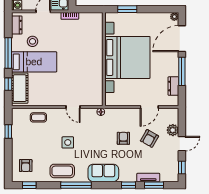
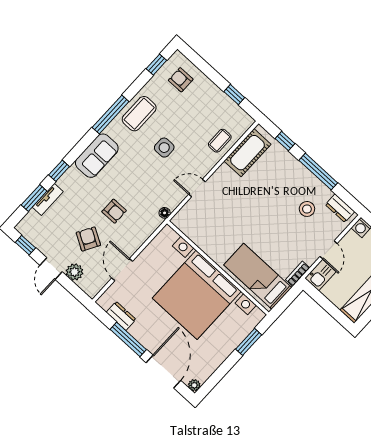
bed: (34, 62) -> (258, 276), moved, turned 90
cot: (20, 88) -> (248, 153), moved, turned 90

